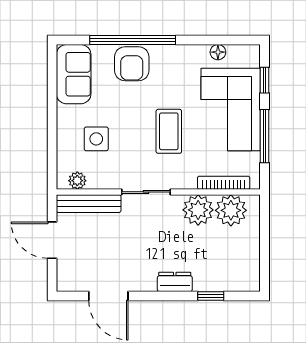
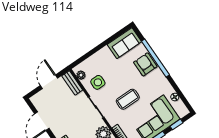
armchair: (132, 64) -> (145, 64), turned 90
side table: (96, 139) -> (98, 82), moved
bench: (89, 204) -> (72, 83), width x0.73

